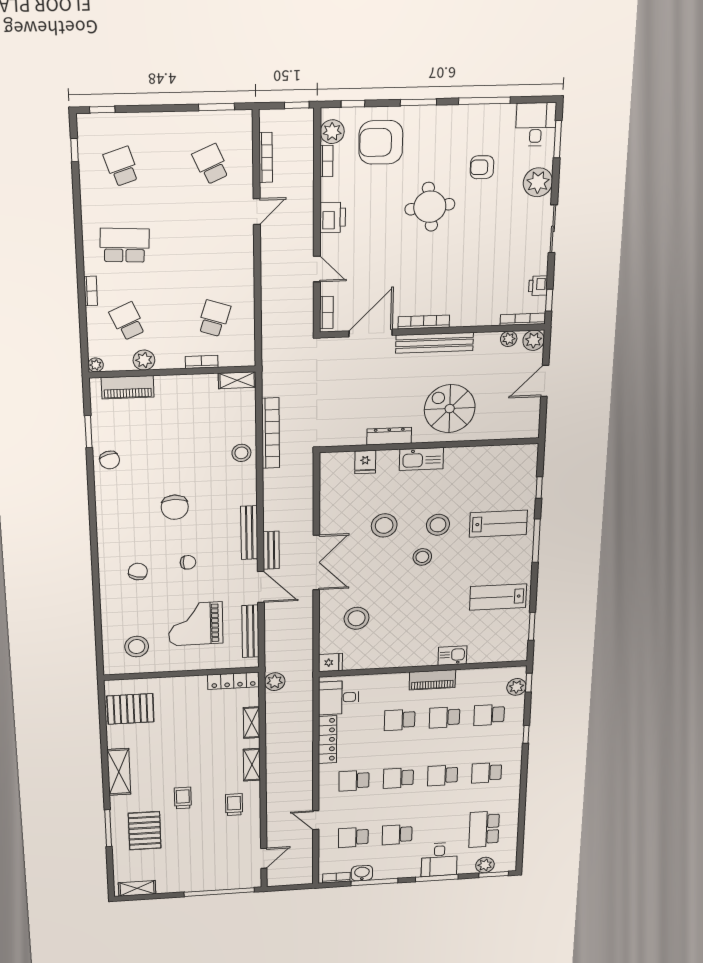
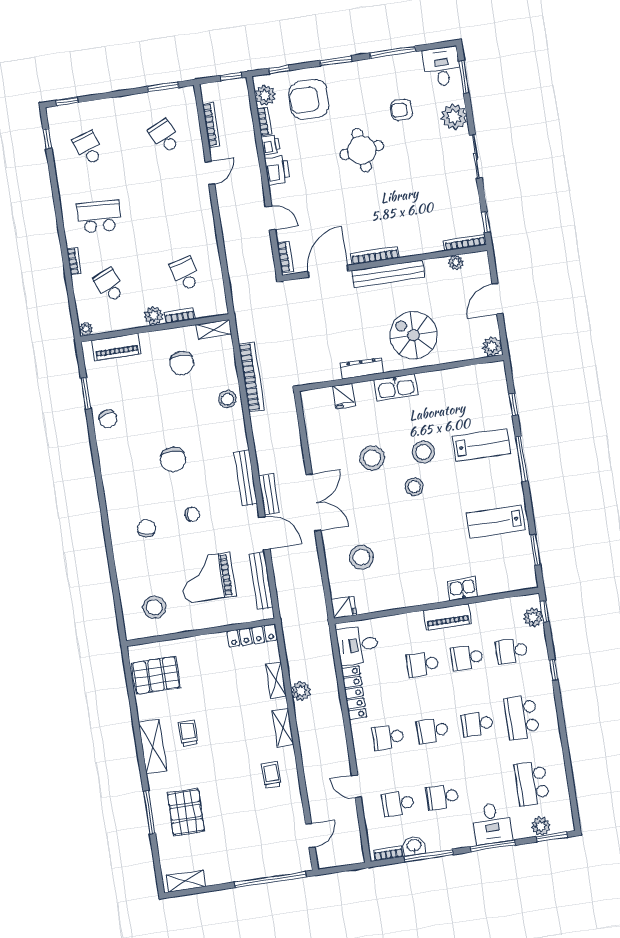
printer: (538, 286) -> (270, 145), moved, turned 180
school desk: (214, 318) -> (185, 274), turned -33
plant: (534, 340) -> (492, 347), moved
plant: (144, 360) -> (154, 316), moved
chair: (197, 411) -> (182, 363), added
plant: (275, 682) -> (301, 691), moved
school desk: (487, 773) -> (522, 717), width x1.85
trolley: (183, 798) -> (188, 733), moved

